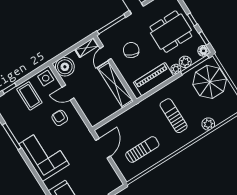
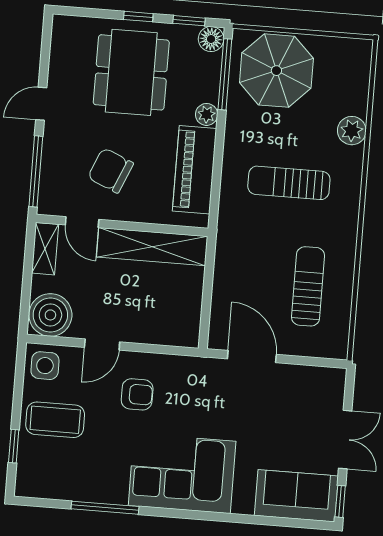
plant: (185, 62) -> (206, 88), removed
armchair: (60, 118) -> (137, 394), turned 180

